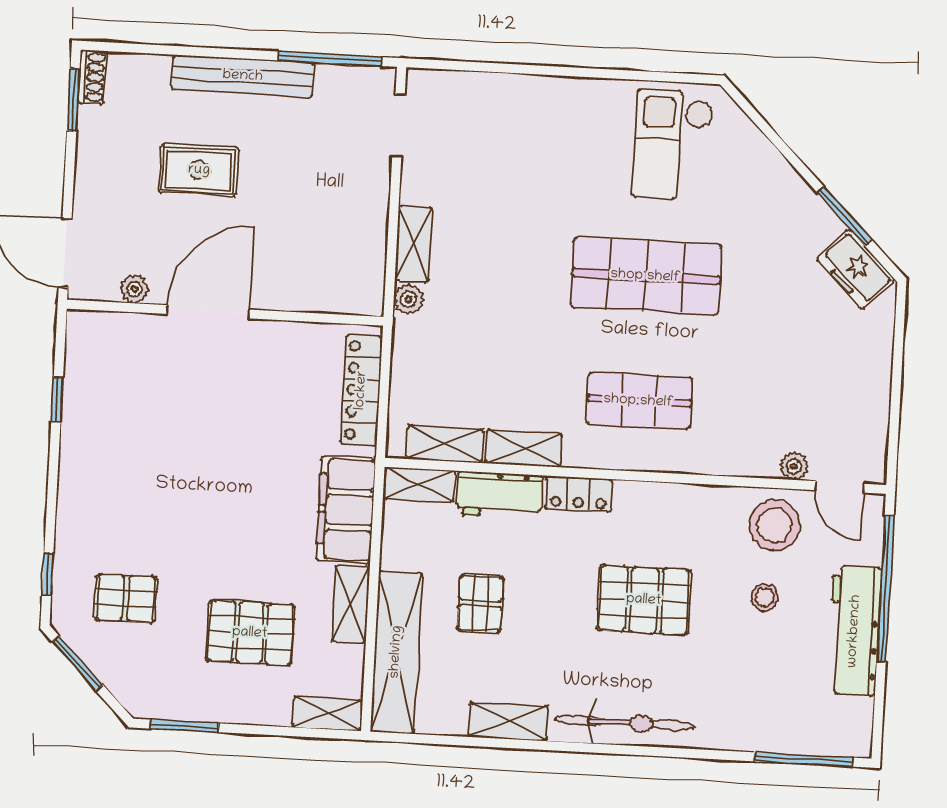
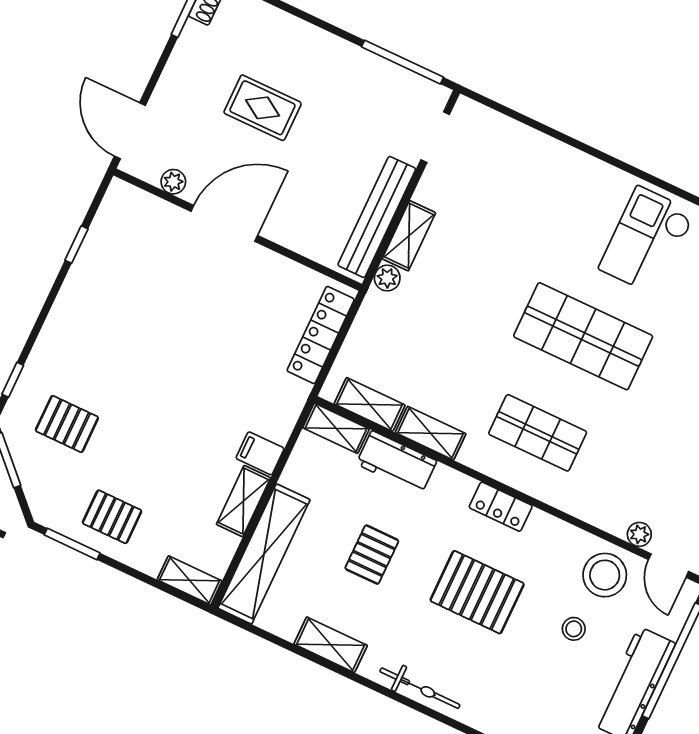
bench: (243, 76) -> (377, 217), moved, turned 90
locker: (579, 494) -> (501, 507), moved
filing cabinet: (346, 510) -> (260, 453), width x0.33, depth x0.86
pallet: (480, 603) -> (372, 555), moved
pallet: (250, 633) -> (112, 517), moved, width x0.67, depth x0.71
bicycle: (625, 723) -> (420, 688), width x0.73, depth x0.71

